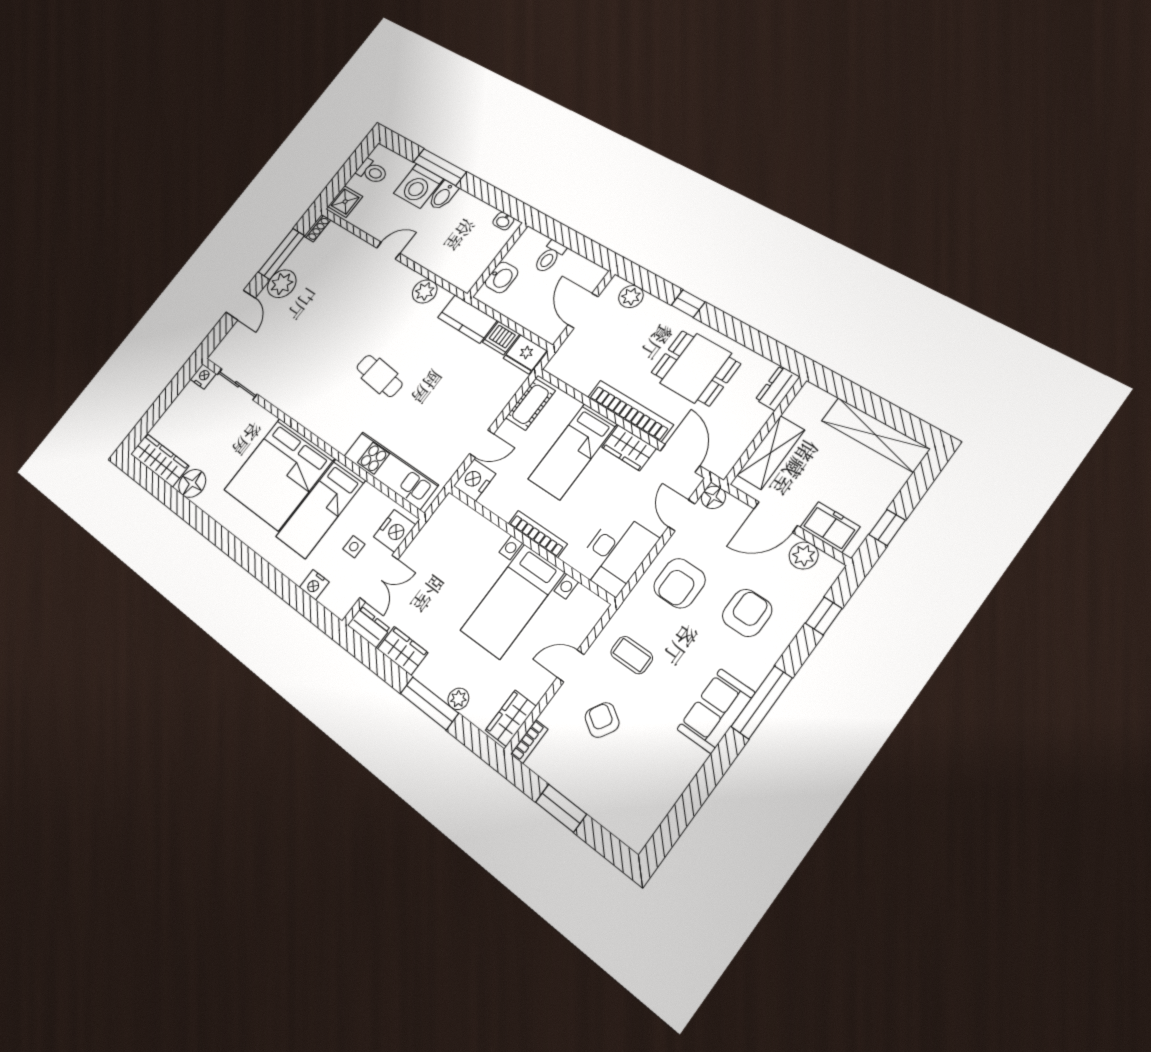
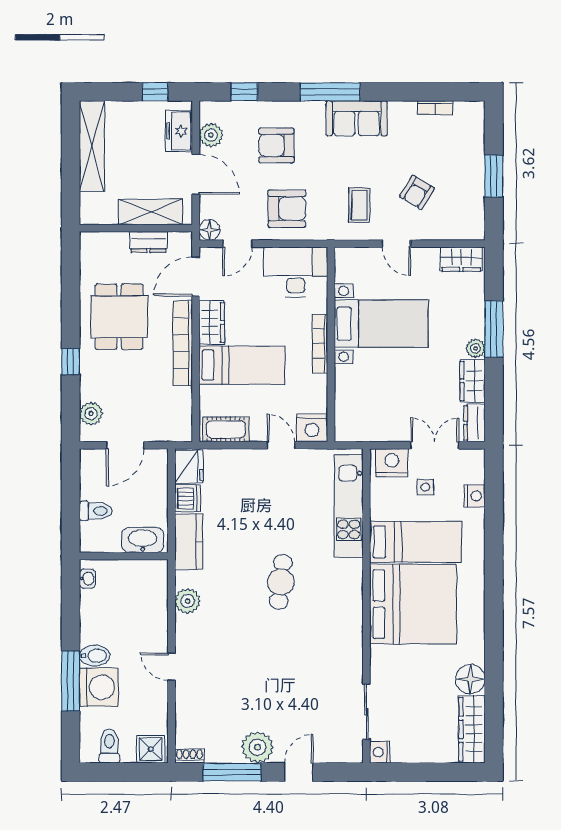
washbasin: (502, 277) -> (143, 540), width x1.38
dresser: (778, 388) -> (148, 242), moved
plant: (458, 699) -> (475, 348), moved
bookcase: (529, 742) -> (435, 108), moved, turned 180

